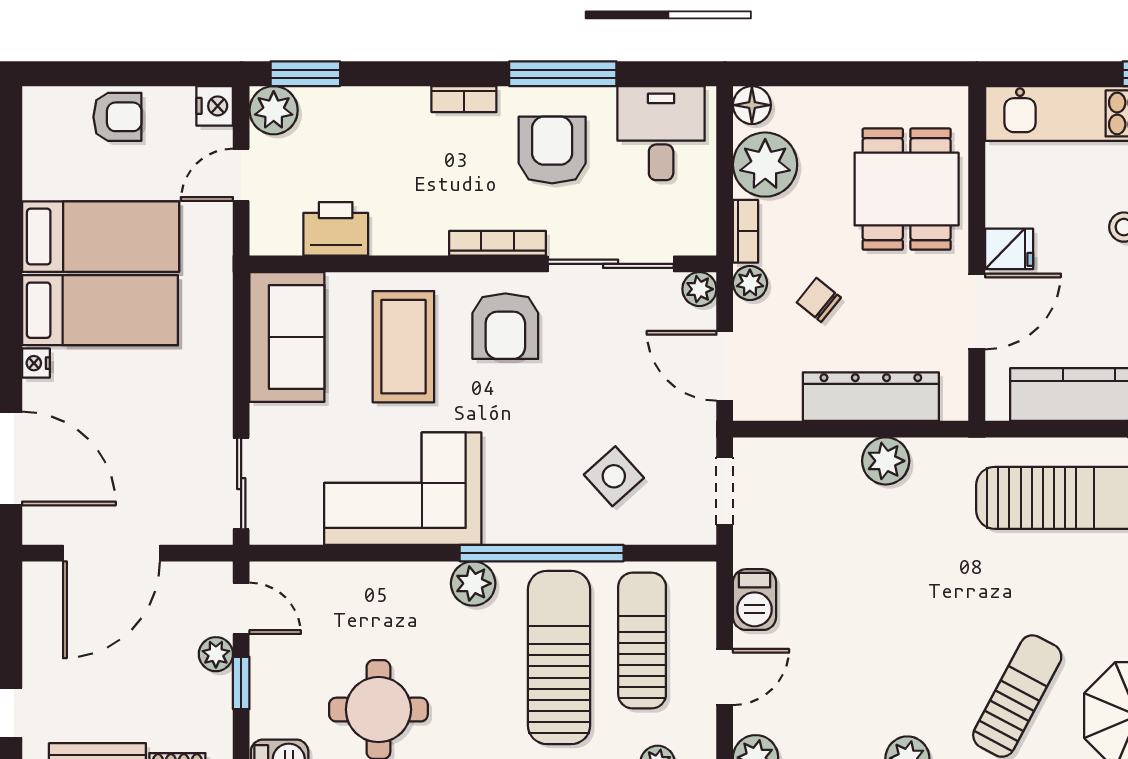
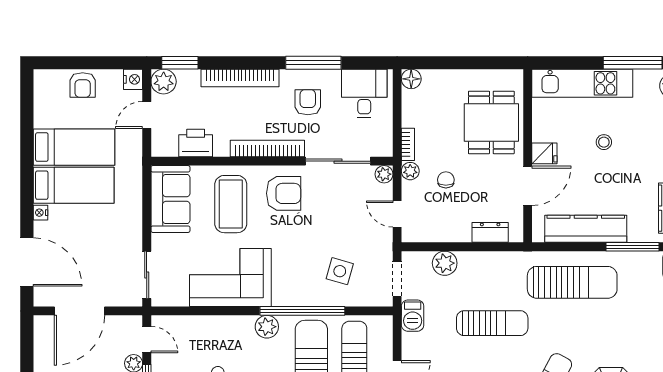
bookcase: (464, 99) -> (240, 78), width x2.31, depth x1.31
armchair: (117, 117) -> (83, 85), turned 90
armchair: (552, 150) -> (308, 102), width x0.72, depth x0.72
plant: (765, 165) -> (418, 110), removed
bookcase: (498, 243) -> (267, 148), width x1.48, depth x1.31
chair: (819, 300) -> (446, 180), turned 51
armchair: (505, 326) -> (284, 193), turned -90
door: (725, 366) -> (397, 214), width x0.73
dresser: (871, 397) -> (490, 232), width x0.51, depth x0.80
plant: (886, 461) -> (445, 263), moved
side table: (614, 476) -> (340, 271), turned -32
sun lounger: (908, 577) -> (492, 323), added
barbecue: (755, 600) -> (413, 316), moved

